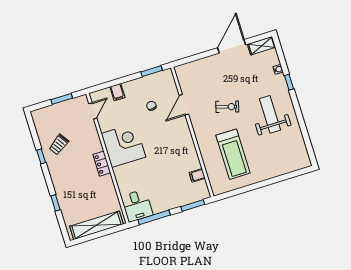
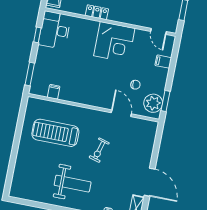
plant: (159, 81) -> (153, 103), added
locker: (102, 164) -> (97, 12), moved
desk: (137, 206) -> (55, 30), width x1.37
window: (154, 217) -> (37, 35), width x0.46

